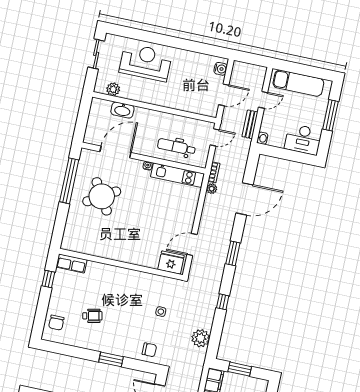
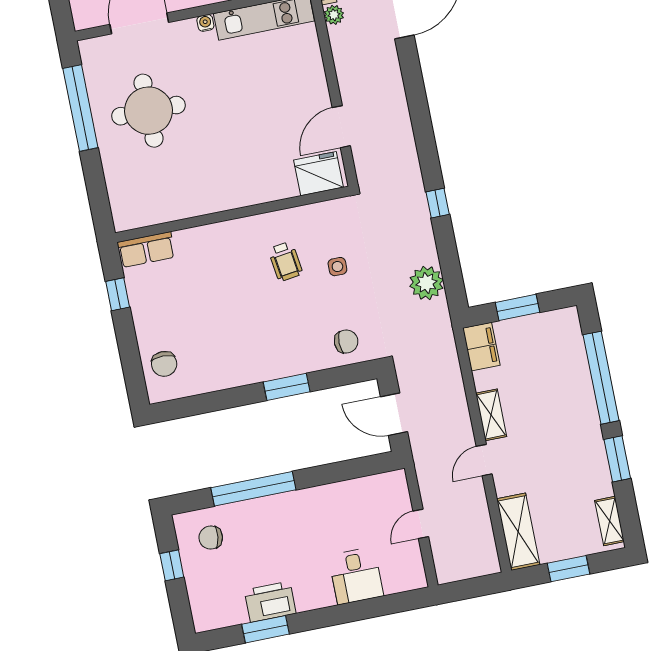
round table: (102, 196) -> (149, 111), turned 31
window: (233, 253) -> (419, 111), removed
wheelchair: (92, 316) -> (285, 261), moved, turned 94

